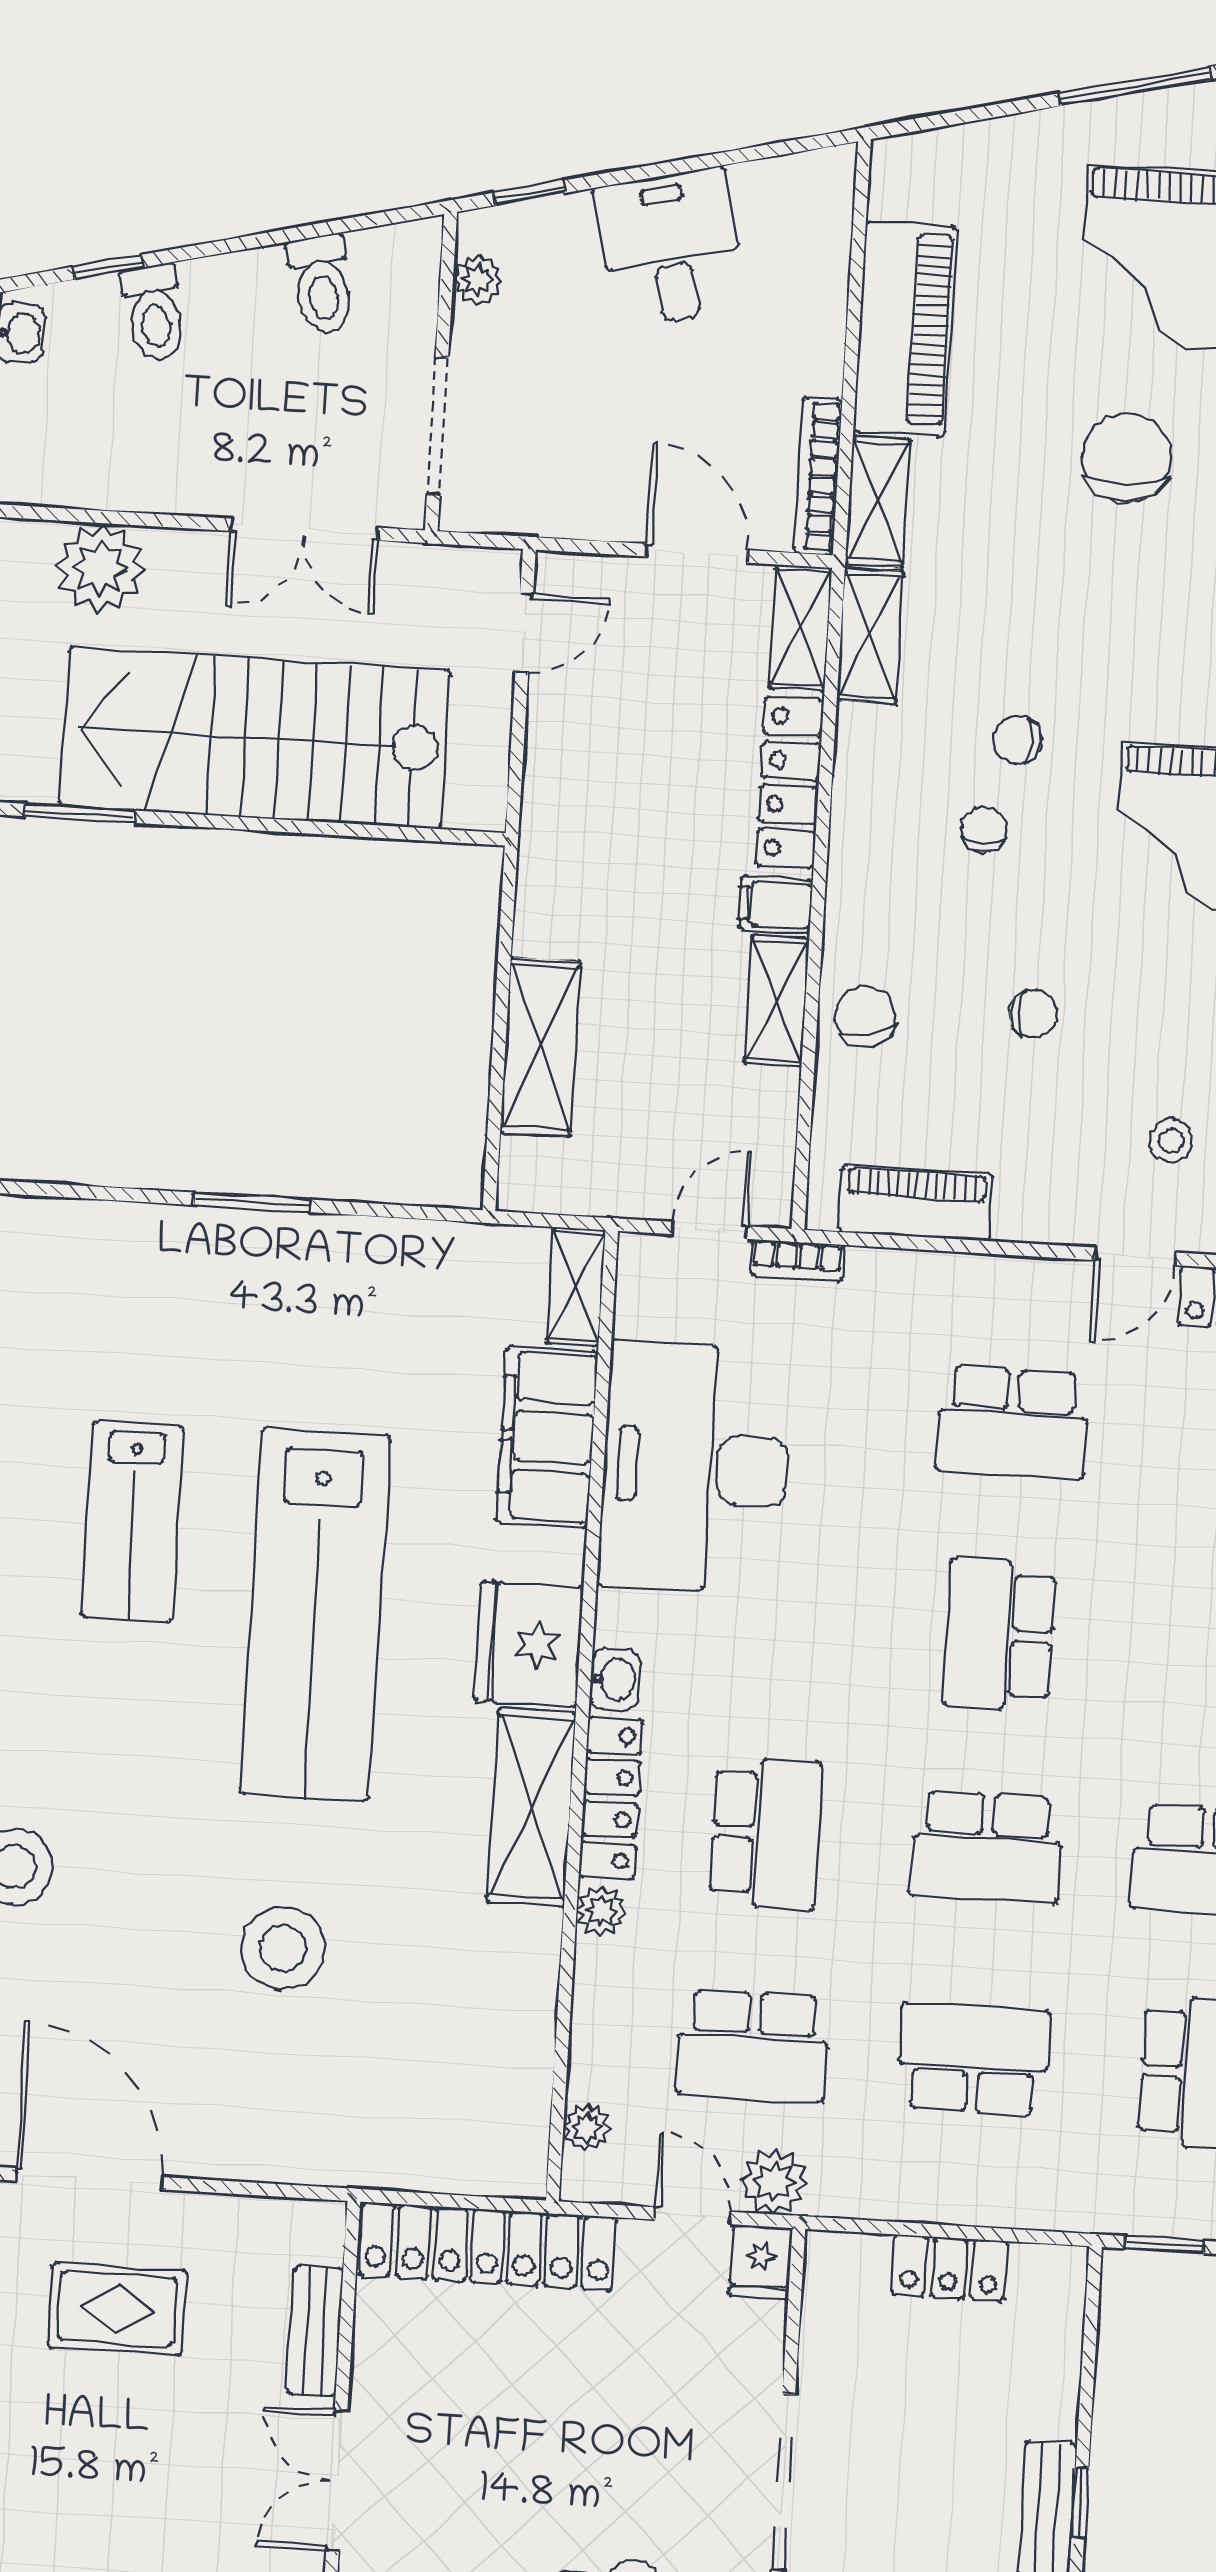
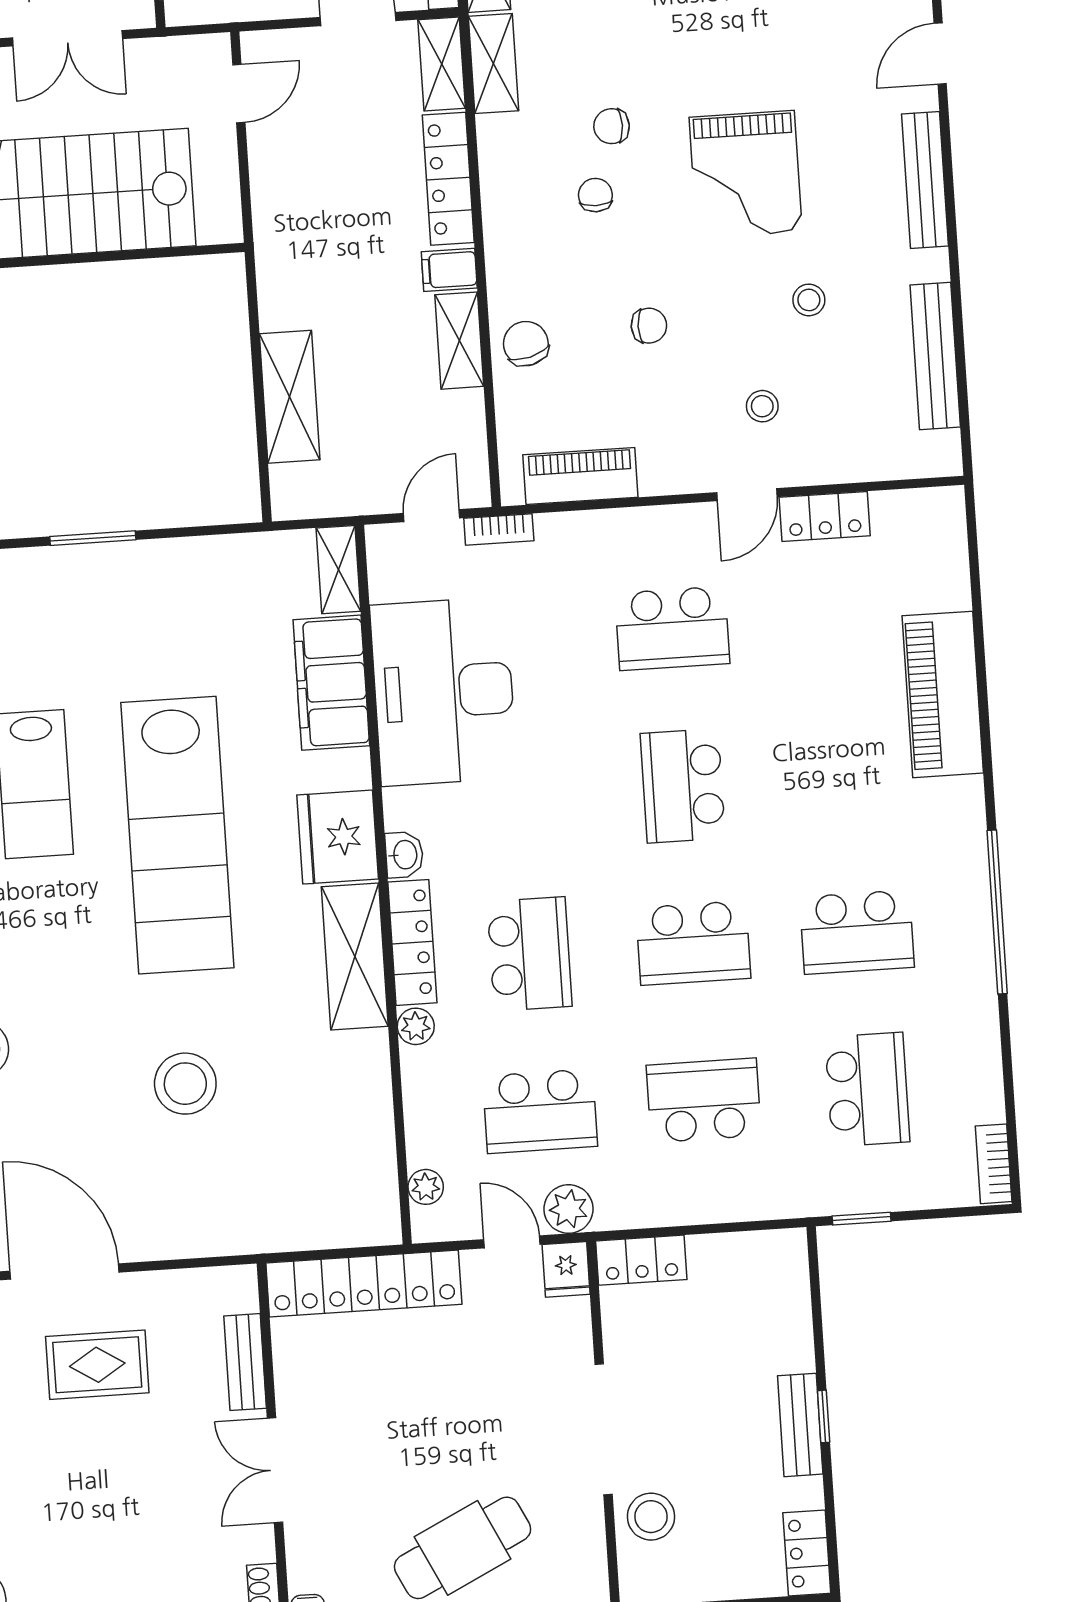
locker: (949, 2268) -> (641, 1260), moved

